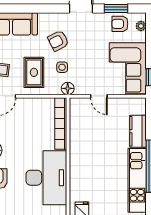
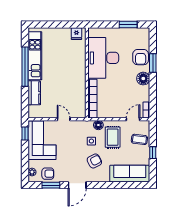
floor lamp: (68, 88) -> (98, 125), moved

